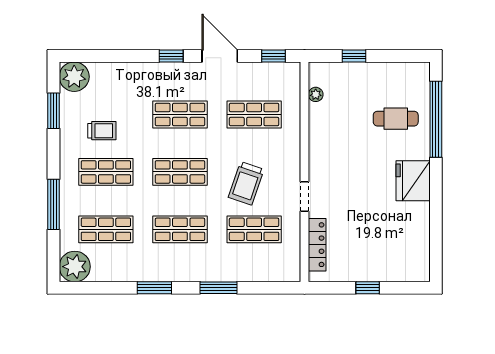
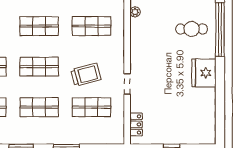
trolley: (246, 183) -> (86, 75), turned -124
locker: (317, 245) -> (136, 124), width x0.66

